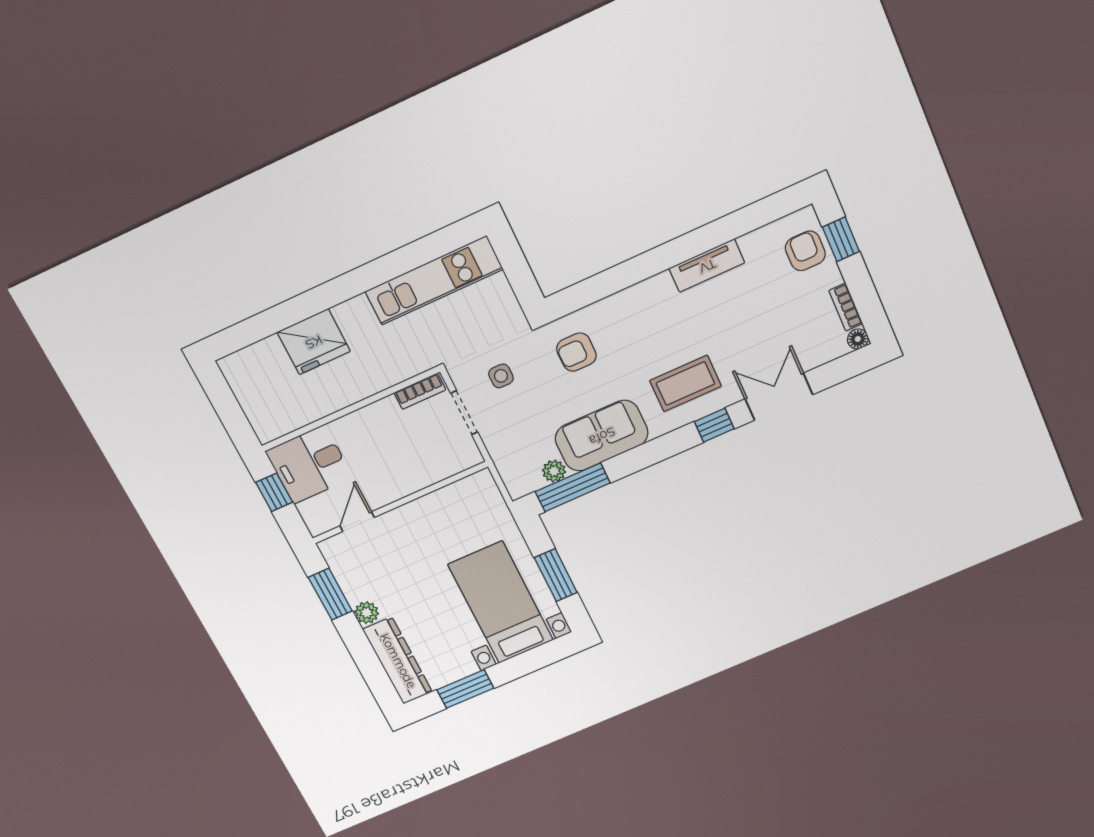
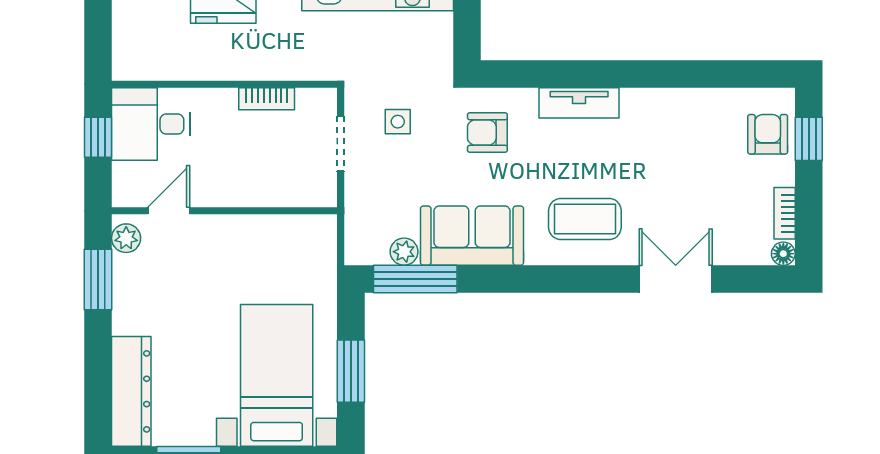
tv unit: (707, 266) -> (579, 103), moved
bookcase: (420, 391) -> (267, 99), moved
window: (714, 425) -> (595, 279), removed
plant: (367, 613) -> (126, 238), moved

